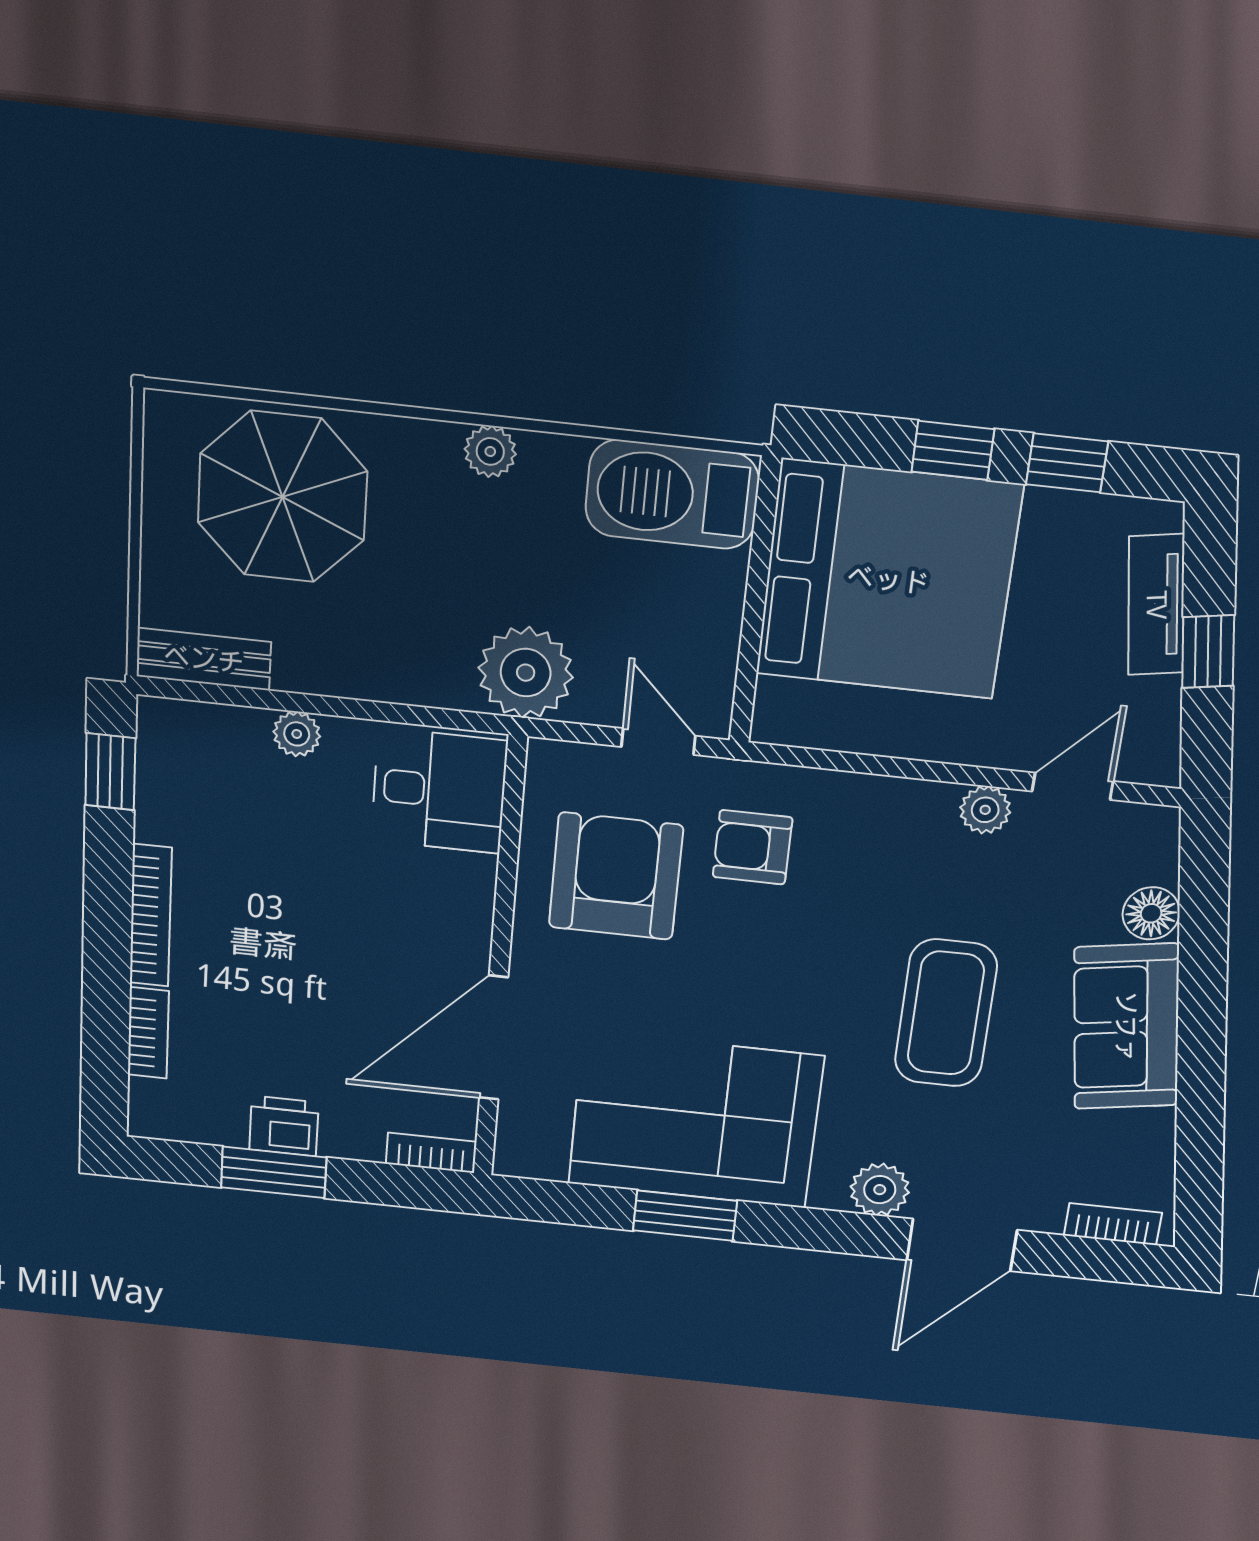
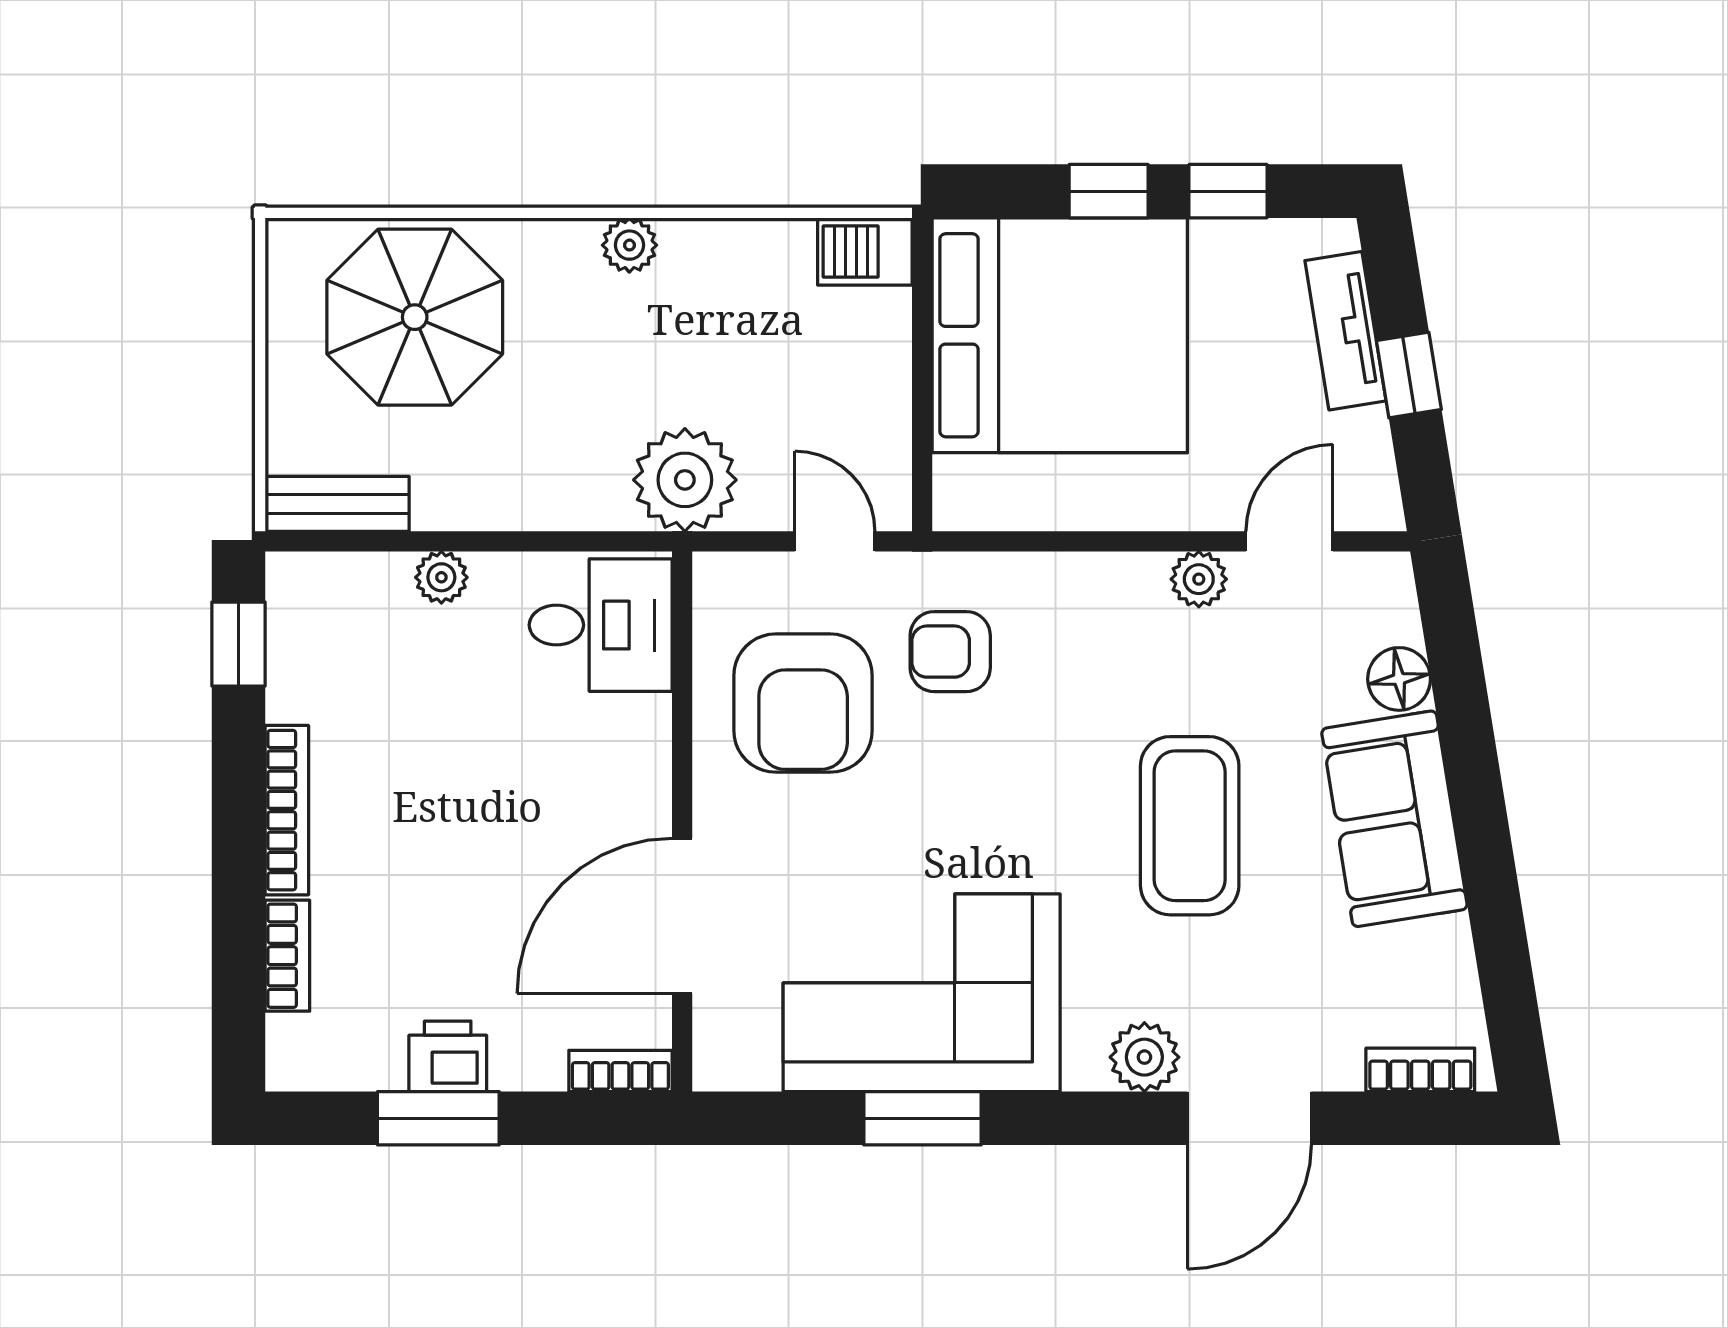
barbecue: (672, 494) -> (865, 251), width x0.53, depth x0.65
armchair: (616, 876) -> (803, 703), turned 180

